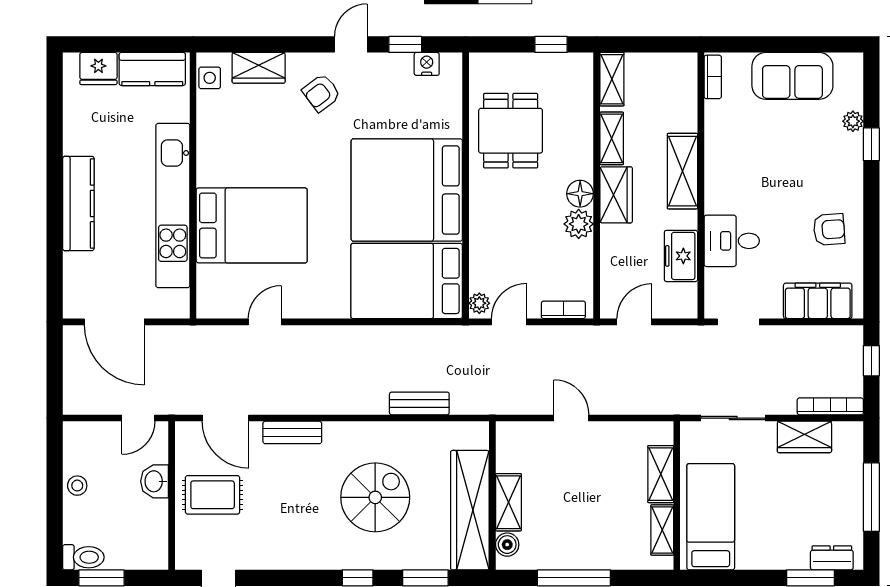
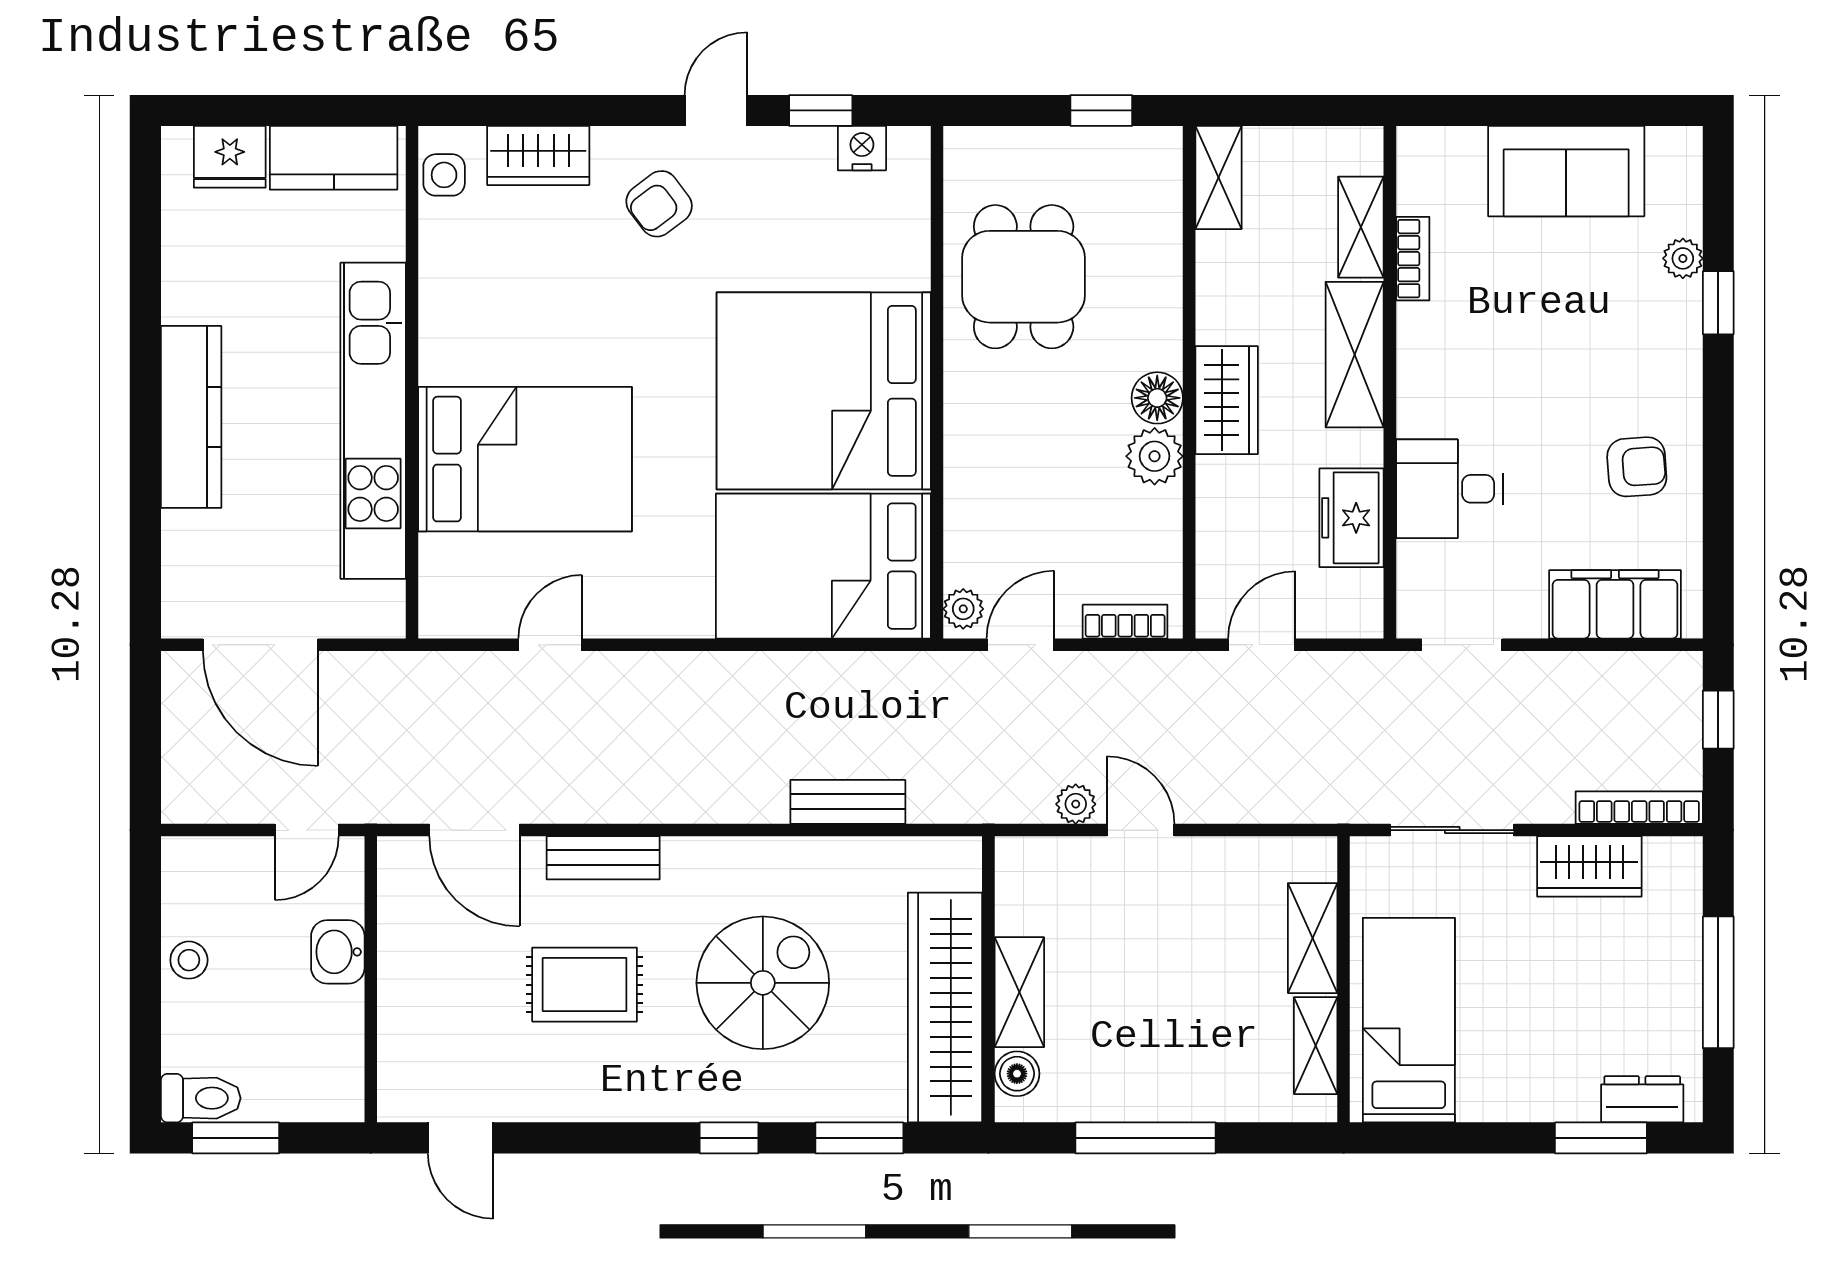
bookcase: (713, 77) -> (1413, 259), moved
shelving: (612, 138) -> (1361, 227), moved
plant: (538, 405) -> (1076, 804), added
rug: (213, 495) -> (585, 985), moved

